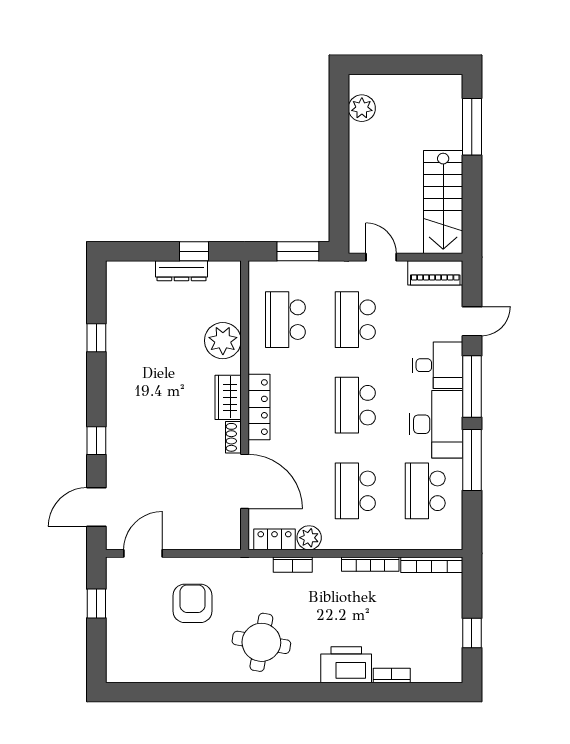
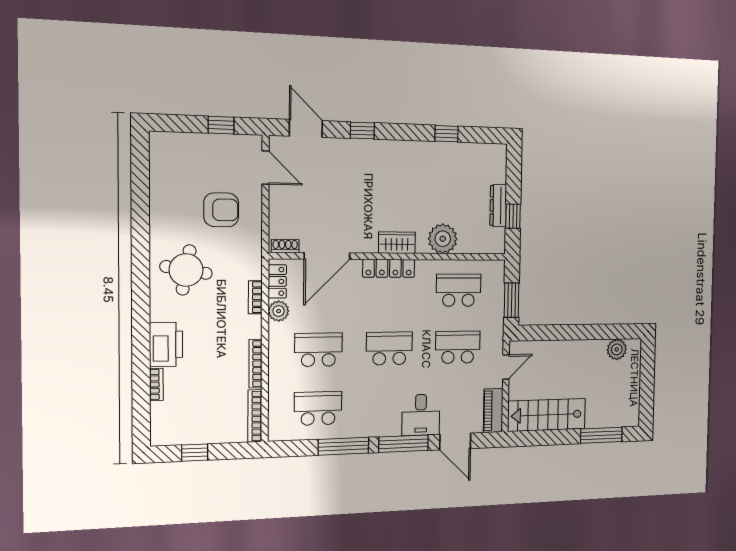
door: (472, 321) -> (455, 441), width x1.38
desk: (436, 424) -> (373, 415), removed
shoe rack: (233, 437) -> (285, 246), moved

